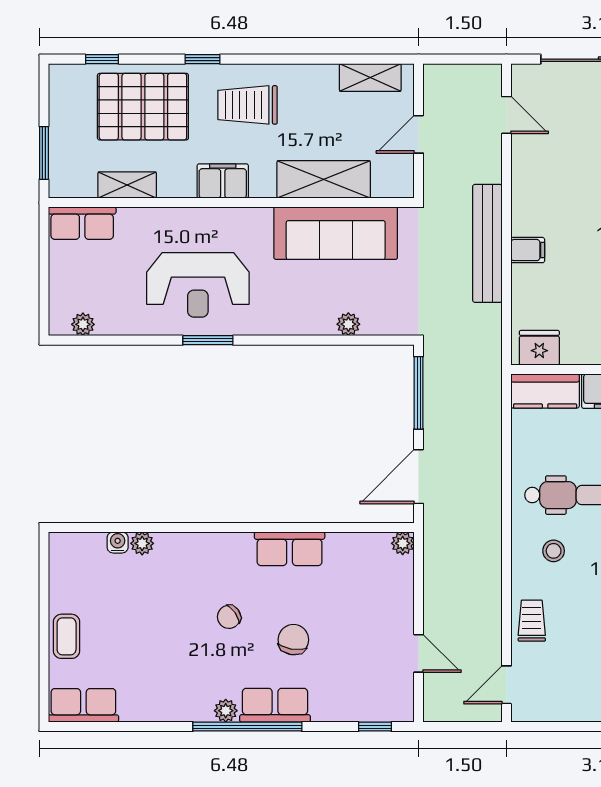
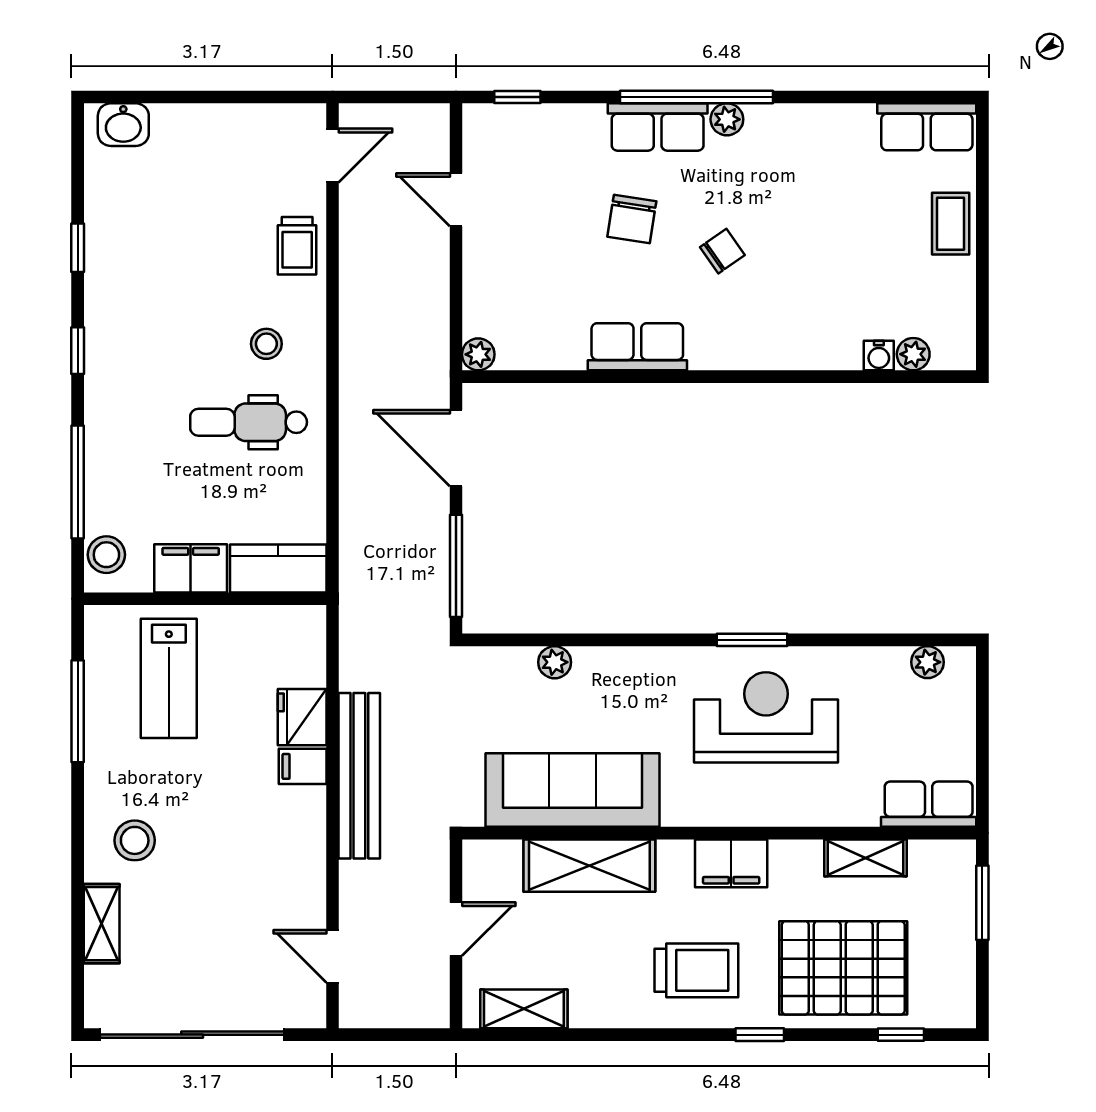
fridge: (539, 348) -> (302, 717), moved, turned 90
door: (419, 477) -> (456, 448), swing flipped
plant: (142, 543) -> (913, 354), moved

